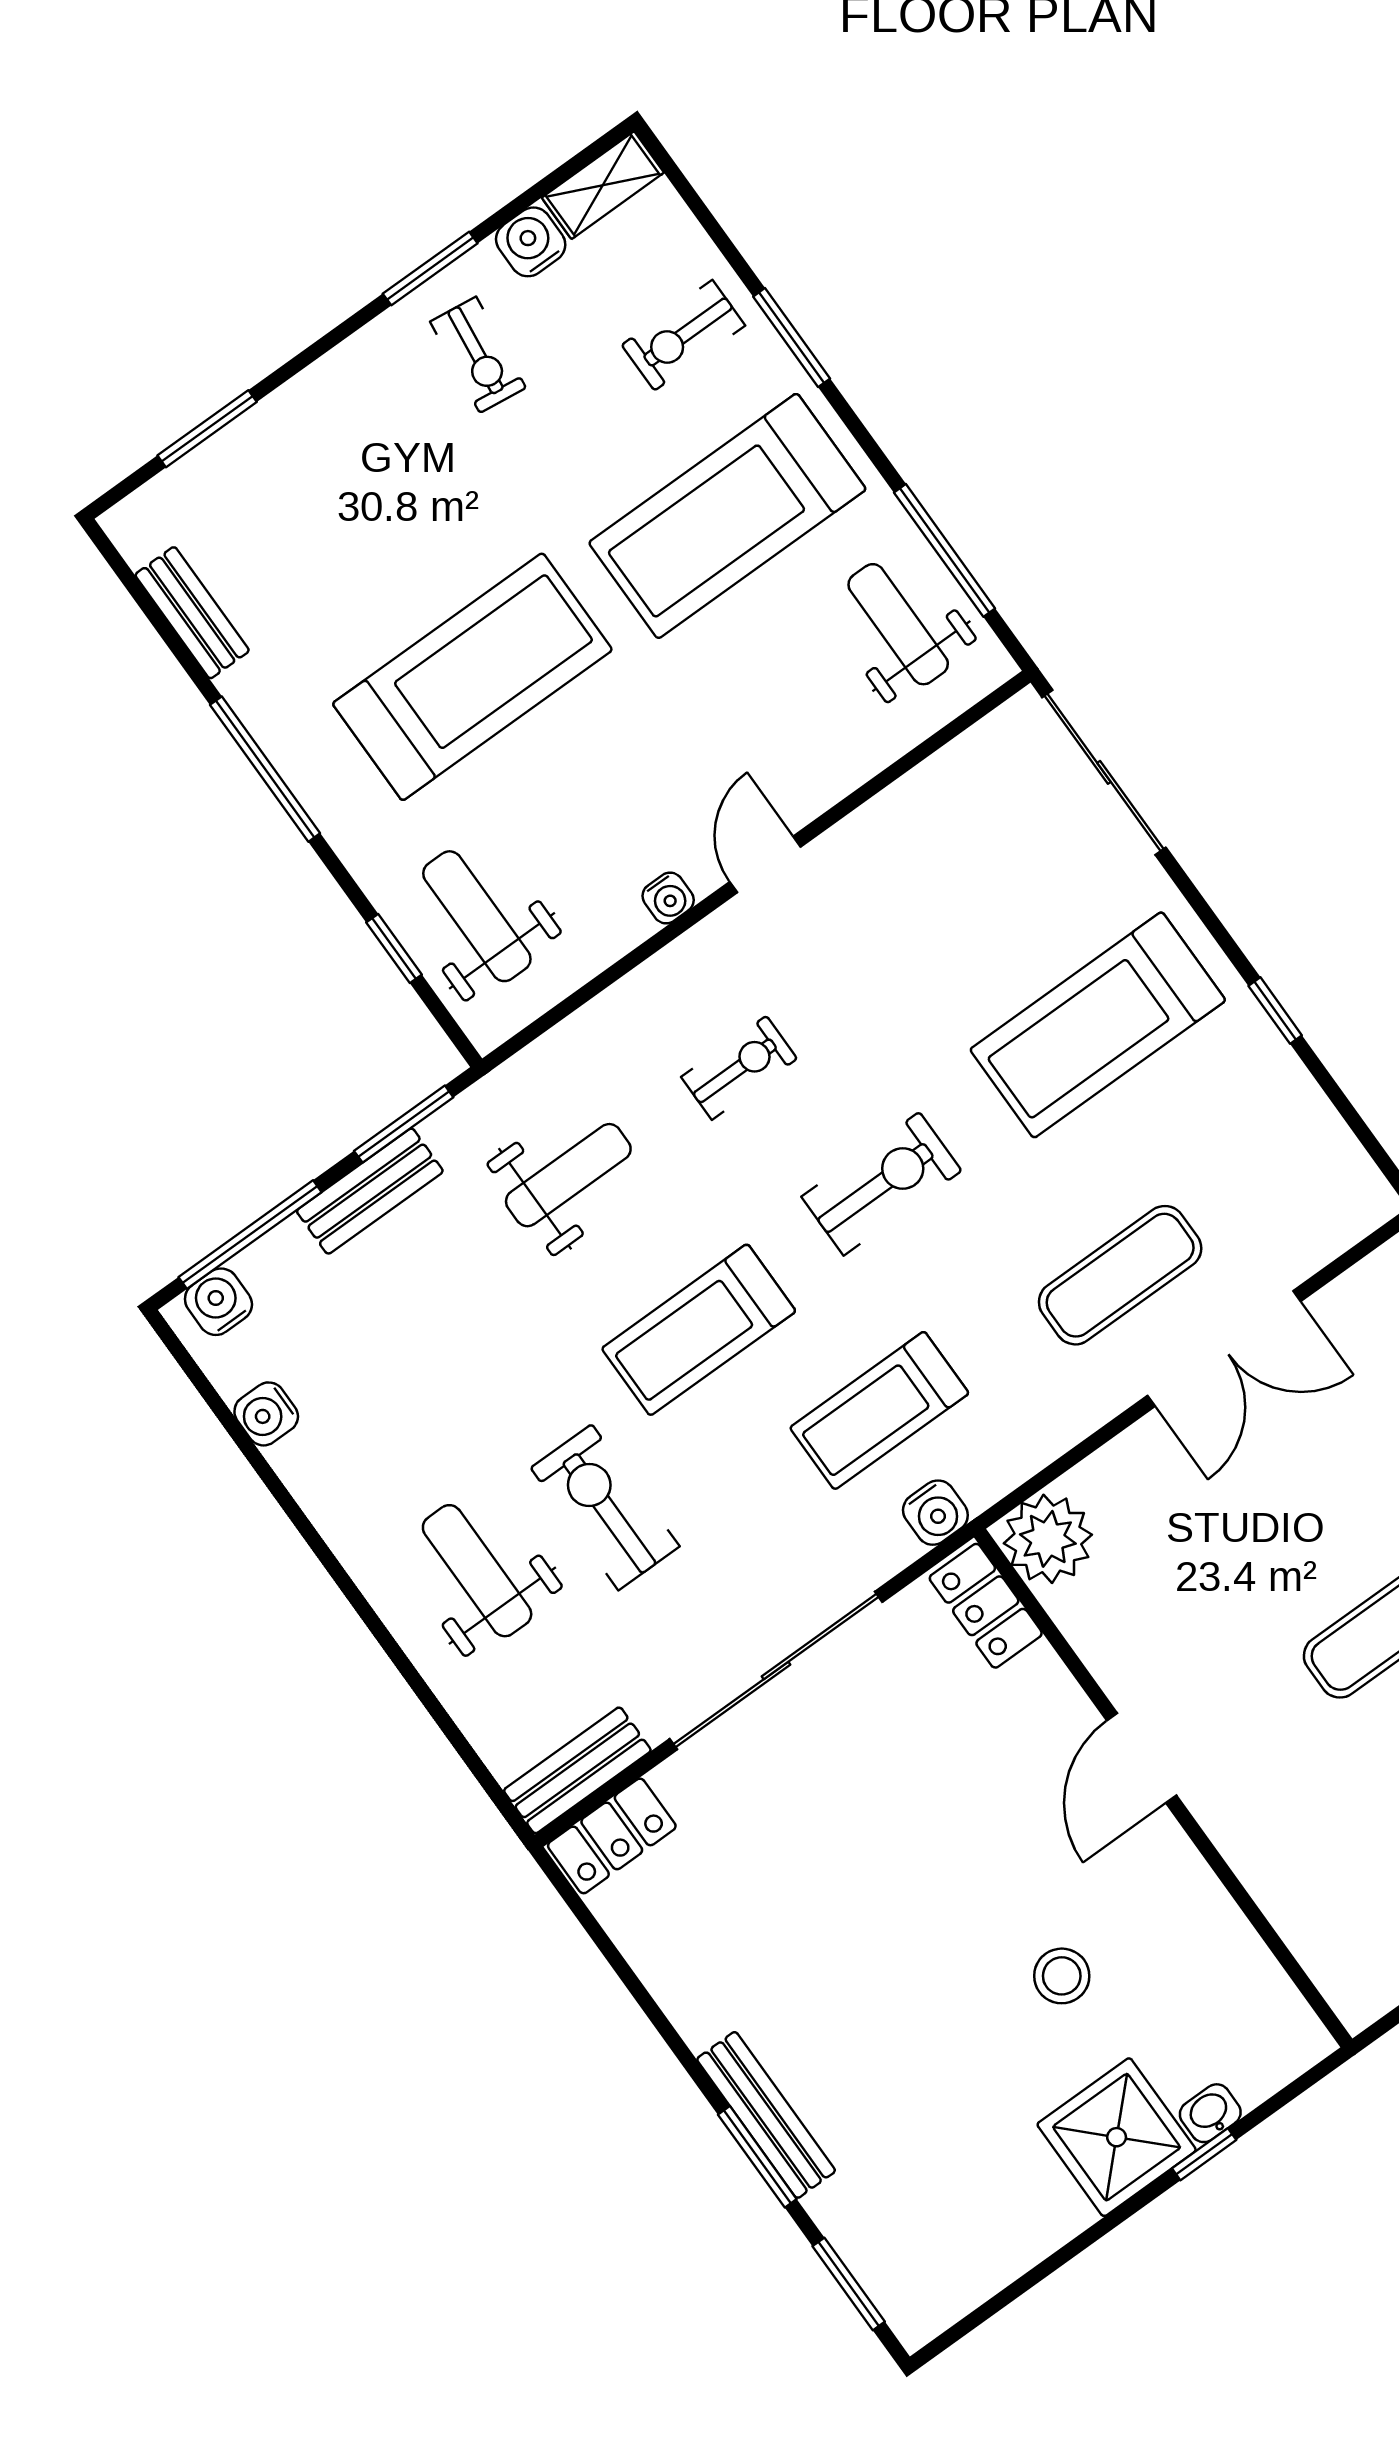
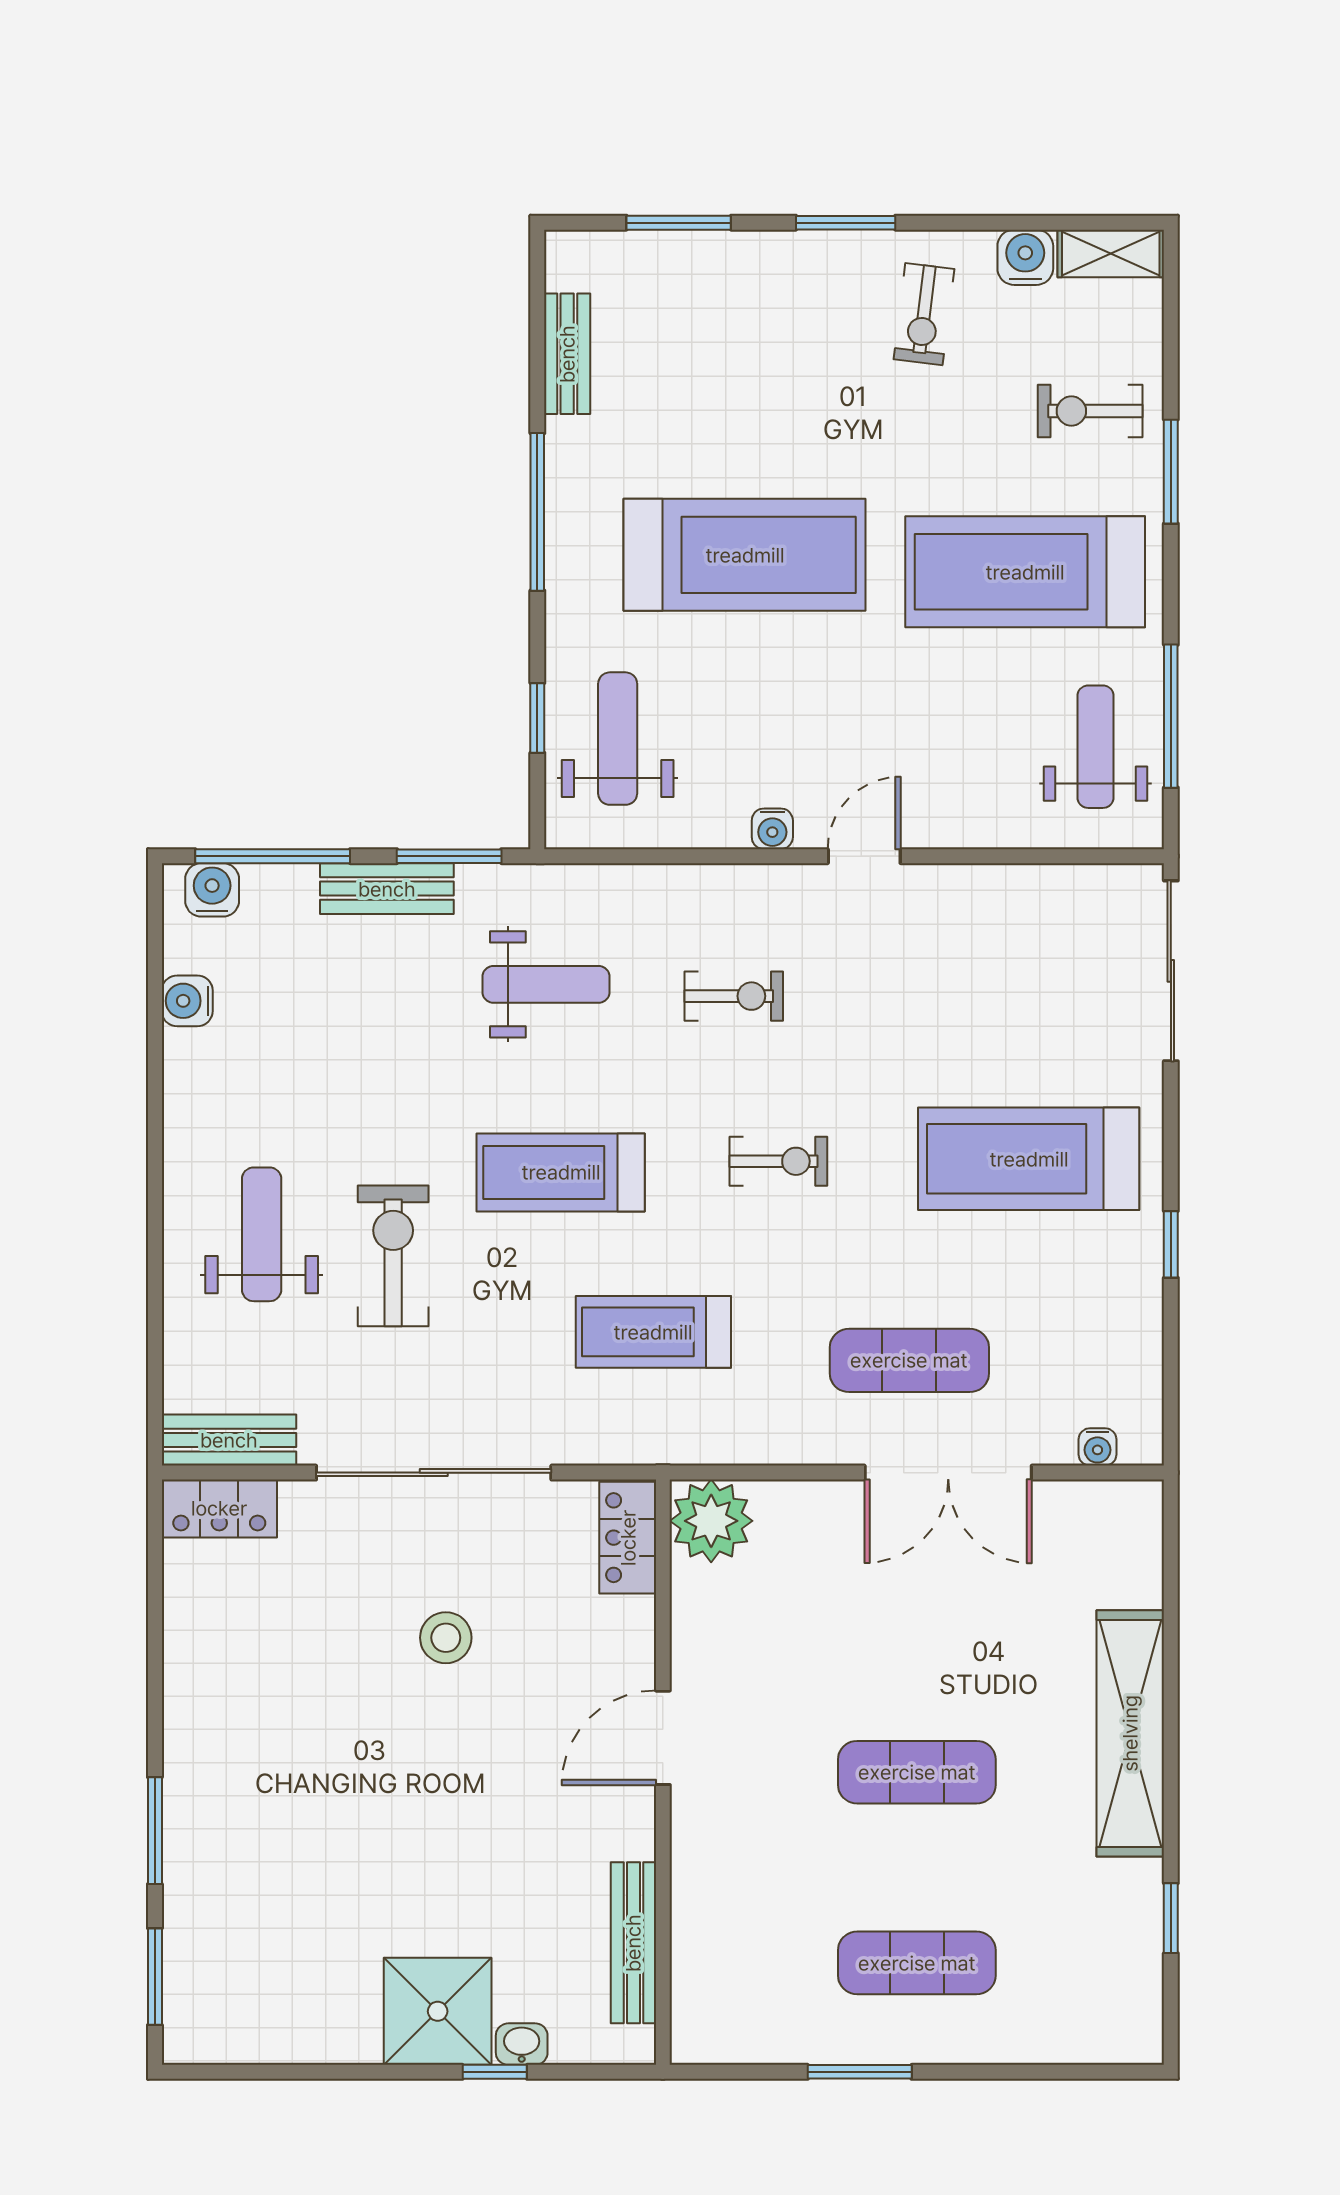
window: (430, 269) -> (846, 223), moved
exercise bike: (881, 1184) -> (778, 1161), width x0.73, depth x0.72
water cooler: (935, 1513) -> (1097, 1447), moved, width x0.72, depth x0.72
stool: (1062, 1976) -> (446, 1638), moved
bench: (766, 2115) -> (633, 1943), moved

